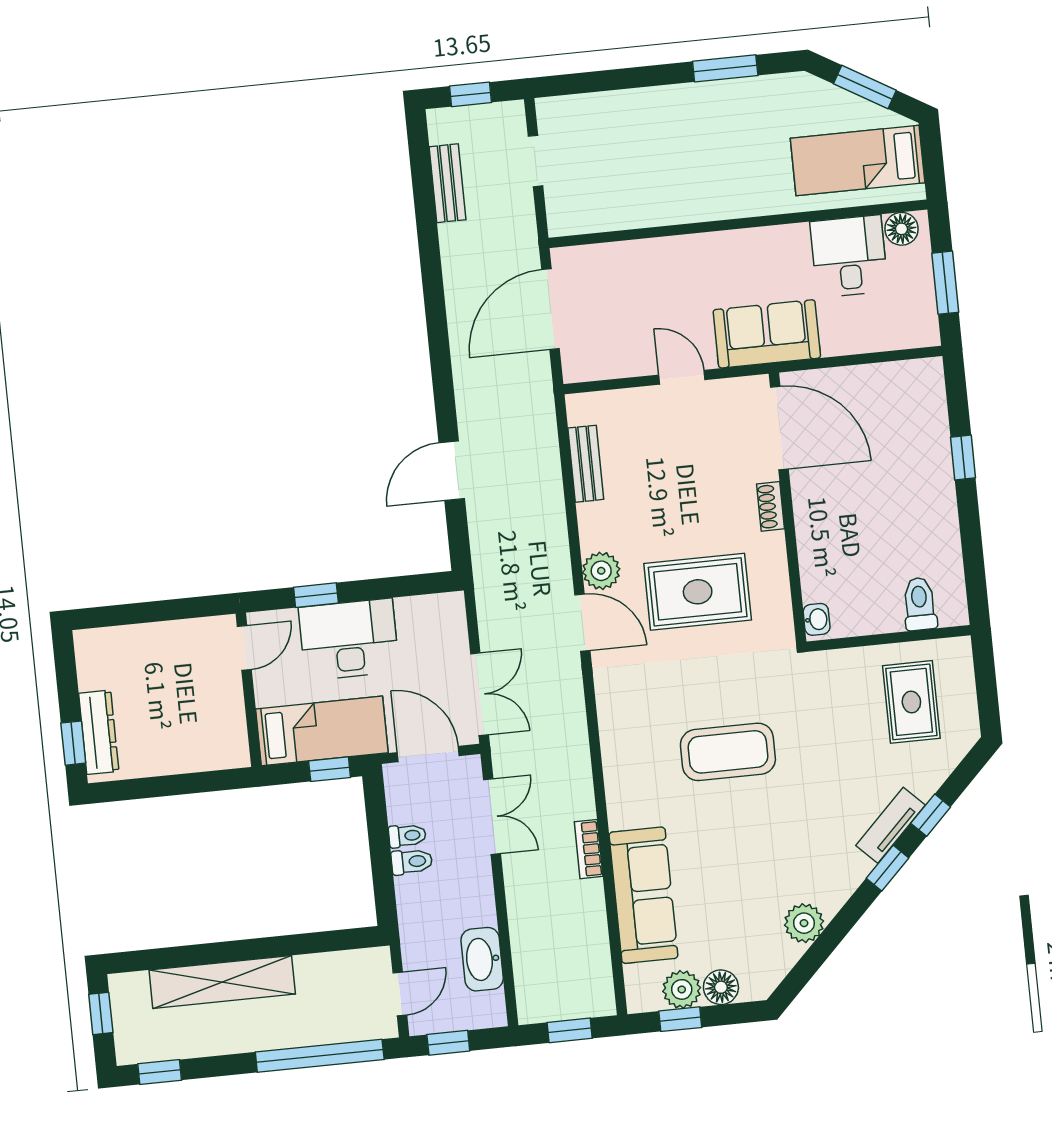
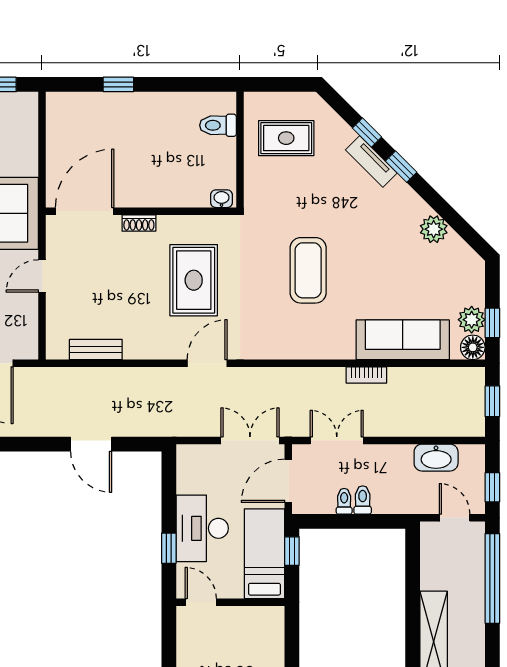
plant: (601, 571) -> (172, 346), removed
floor lamp: (721, 987) -> (473, 347), moved

